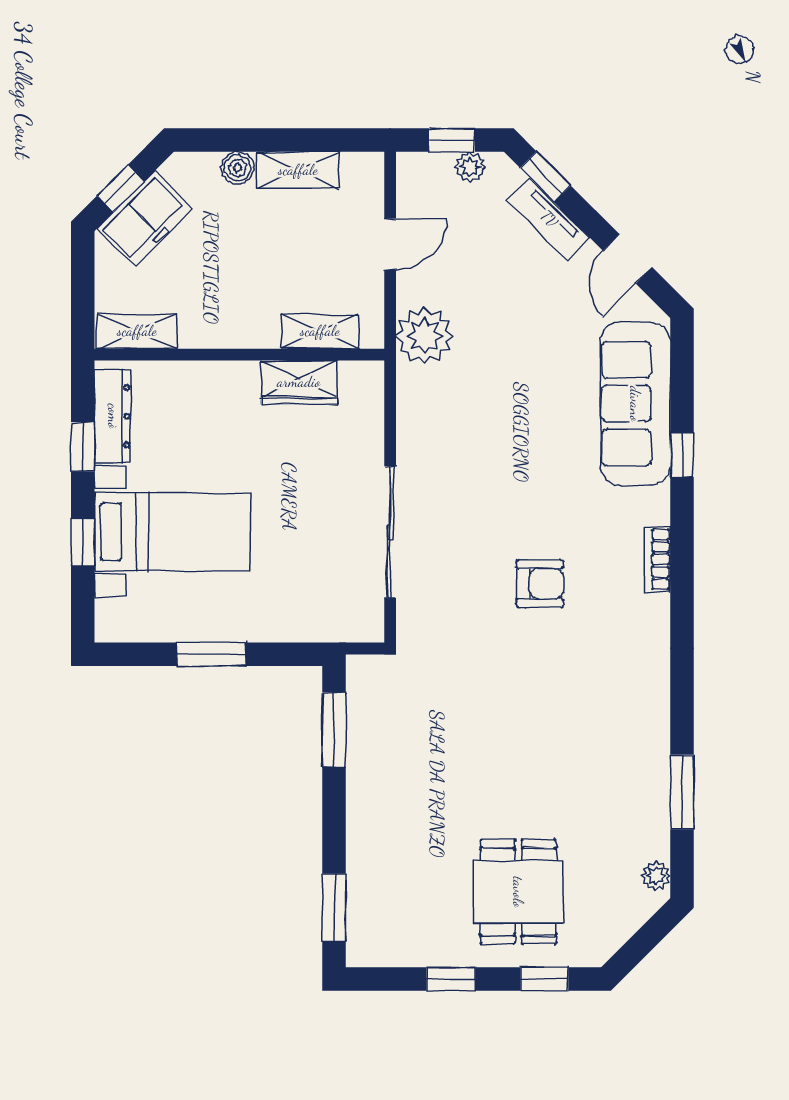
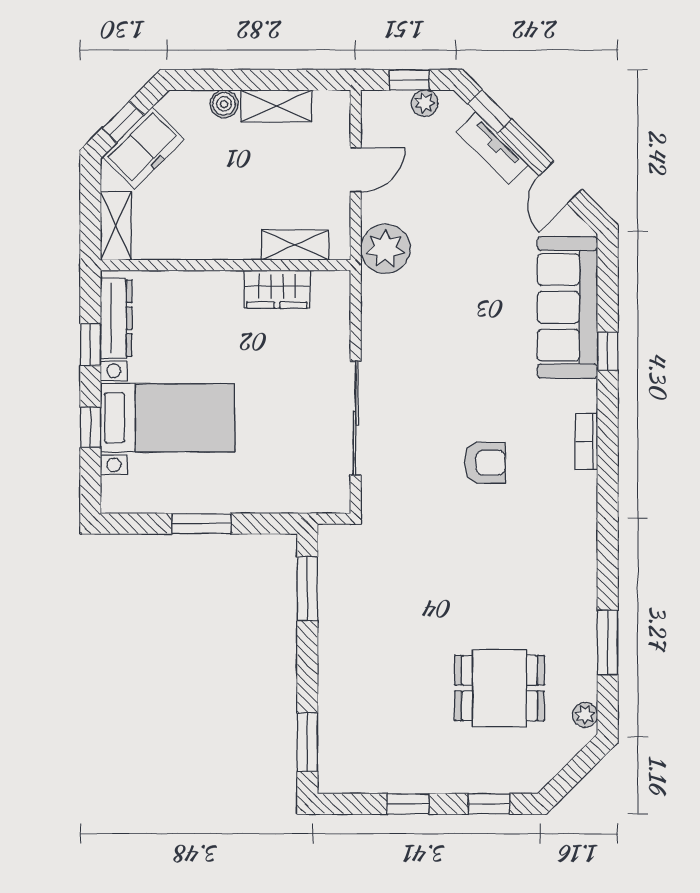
shelving: (137, 331) -> (116, 226), moved, turned 90
dining table: (518, 892) -> (499, 688), moved, turned 90

